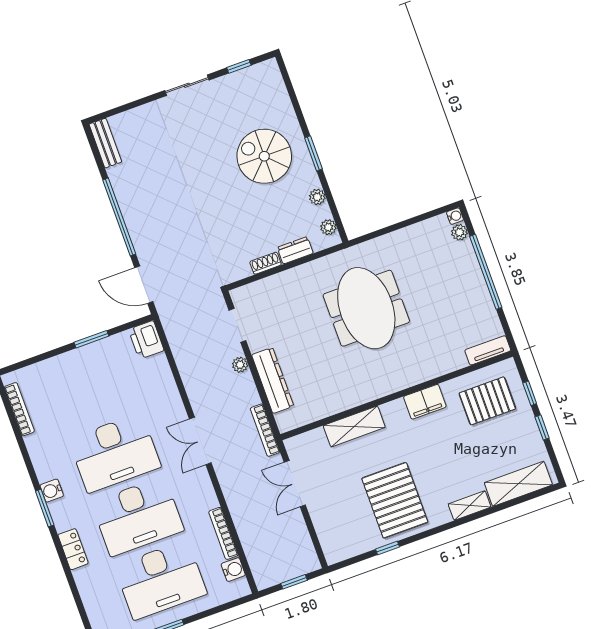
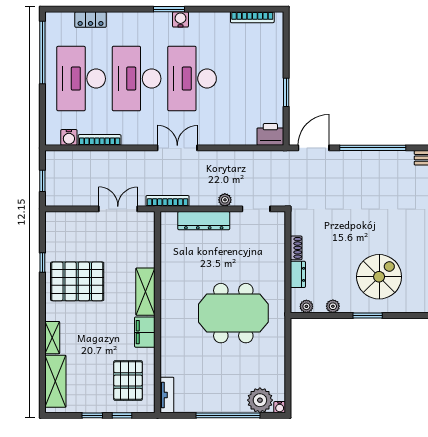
plant: (459, 232) -> (260, 400), width x1.88, depth x1.88
shelving: (354, 426) -> (145, 292), moved
locker: (73, 549) -> (91, 20), moved

